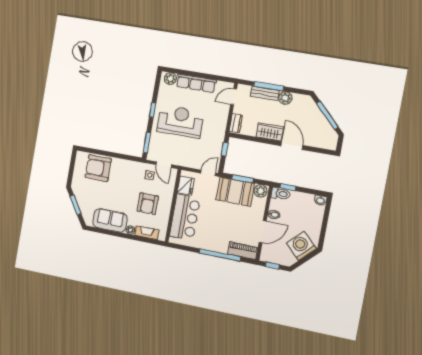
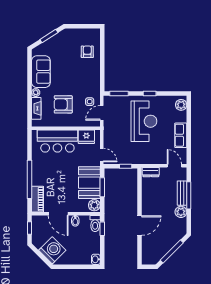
row of seats: (196, 83) -> (181, 135), width x0.68
wardrobe: (270, 132) -> (148, 204), removed
armchair: (98, 168) -> (87, 52), width x0.53, depth x0.53

